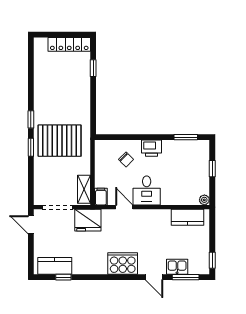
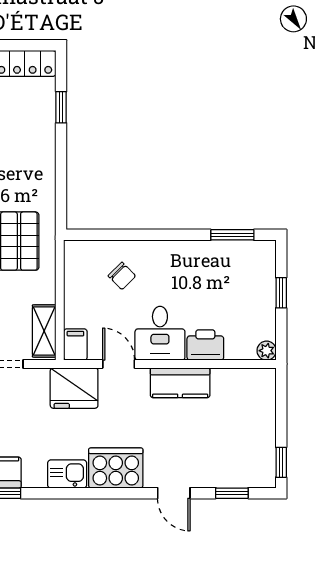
printer: (152, 148) -> (205, 345), moved, turned 180
kitchen counter: (188, 217) -> (180, 383), moved
fridge: (88, 220) -> (74, 388), moved
kitchen sink: (177, 267) -> (67, 474), moved
window: (186, 277) -> (232, 493), width x0.67

